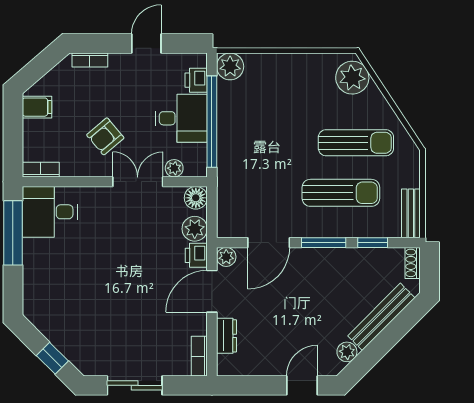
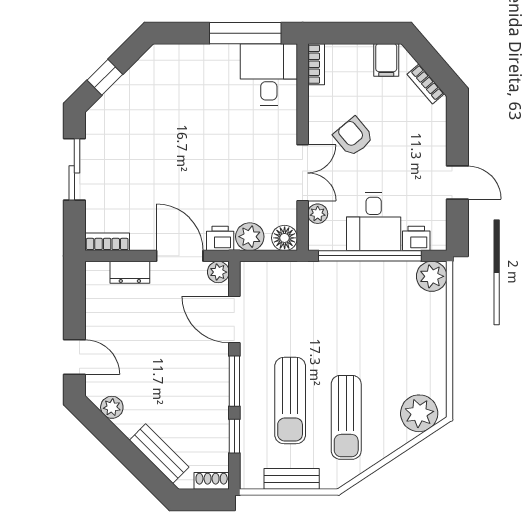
bookcase: (90, 60) -> (426, 84), moved, turned -41
bench: (411, 213) -> (292, 479), moved
bench: (381, 317) -> (159, 454), width x0.73

